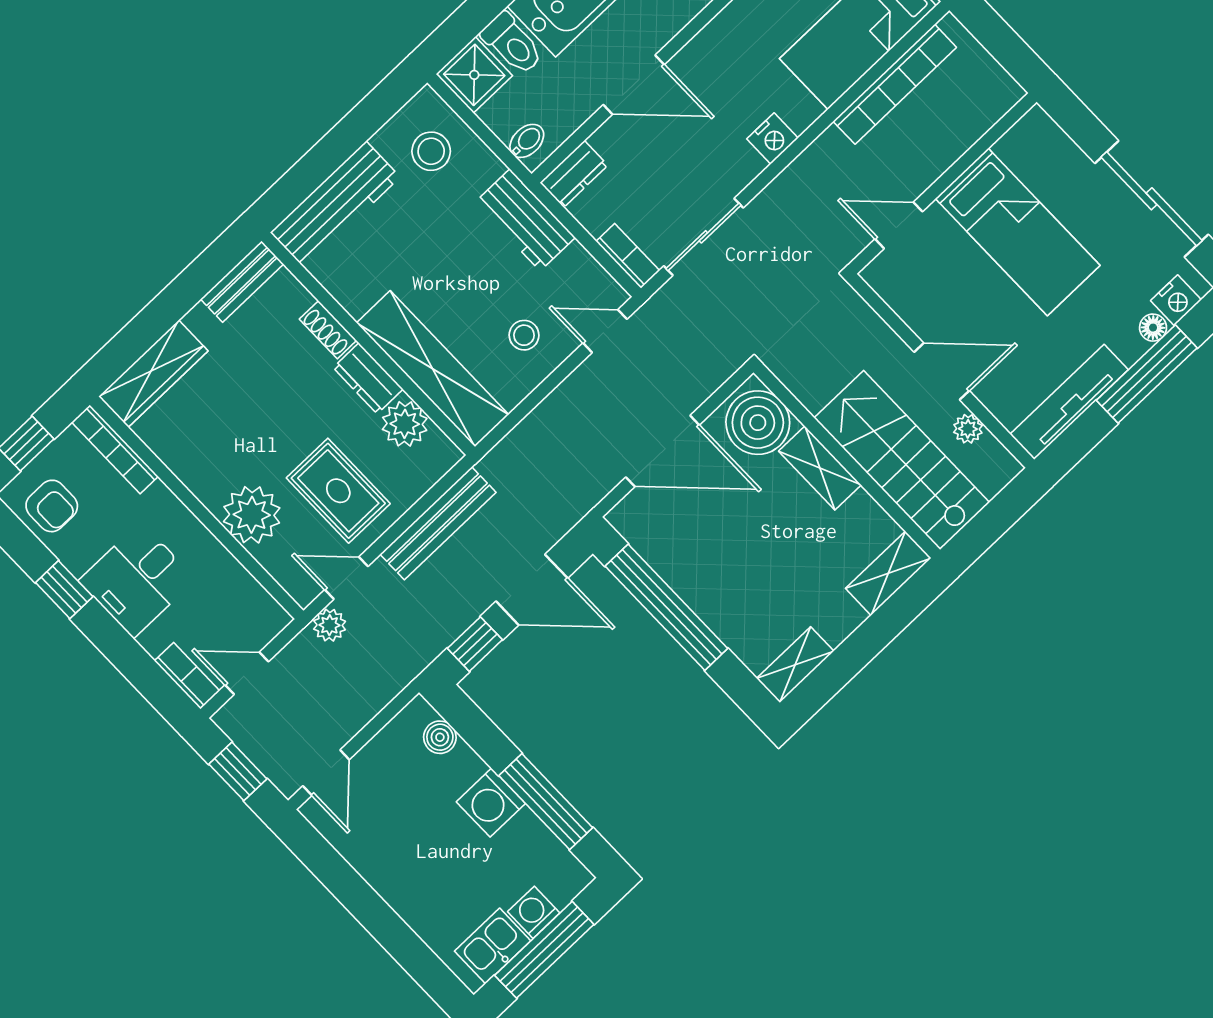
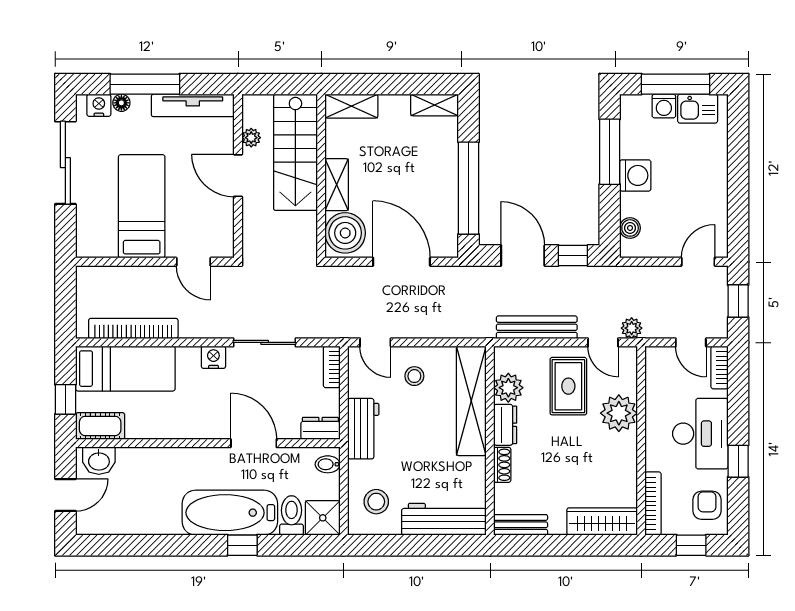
sliding door: (703, 237) -> (265, 342), moved
desk: (137, 580) -> (700, 434), width x1.37

